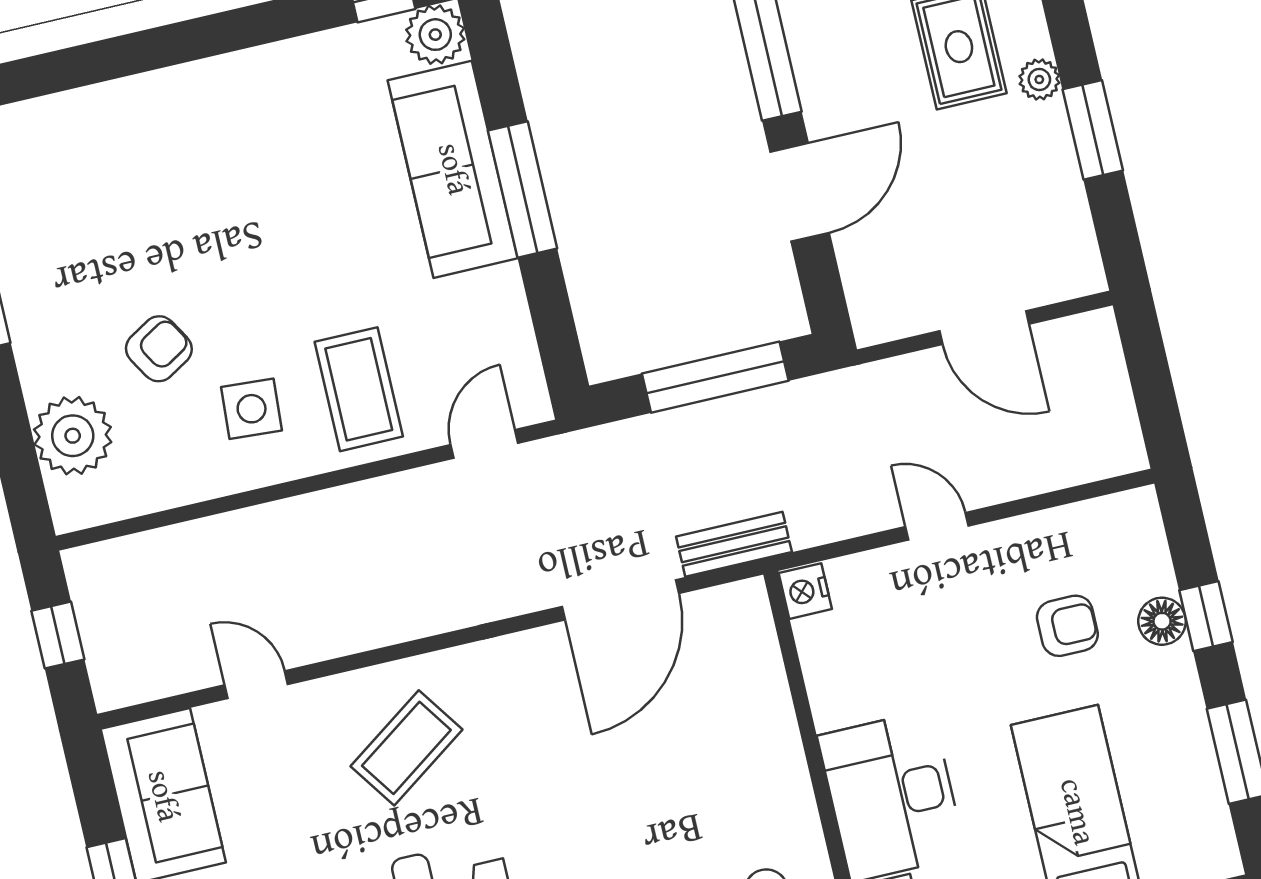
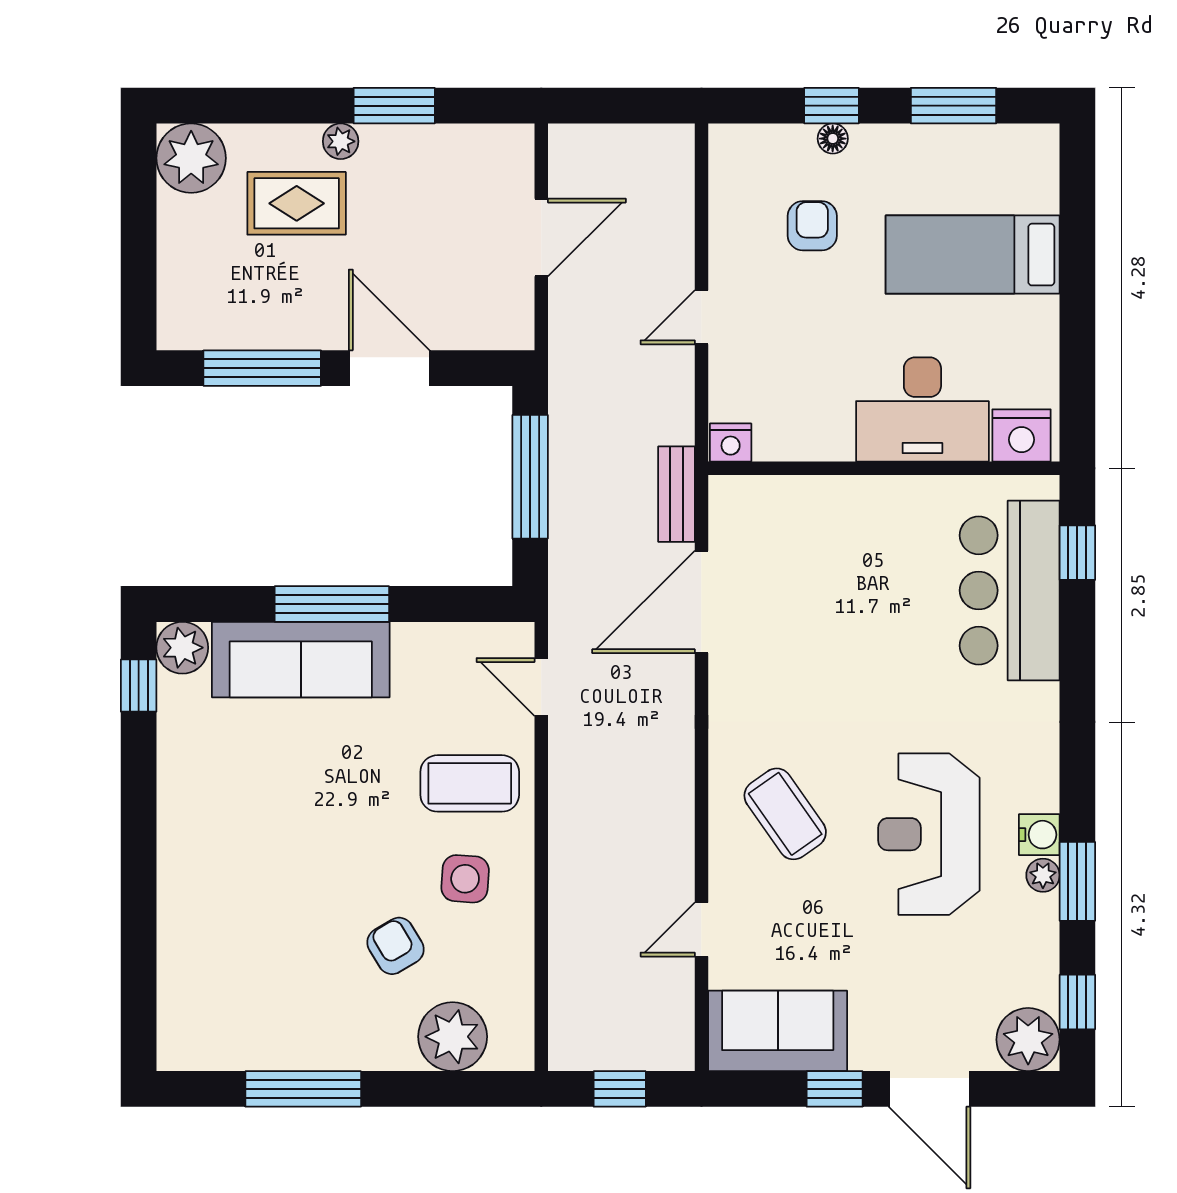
door: (620, 600) -> (701, 602), swing flipped
floor lamp: (1162, 621) -> (833, 139), width x0.73, depth x0.73

